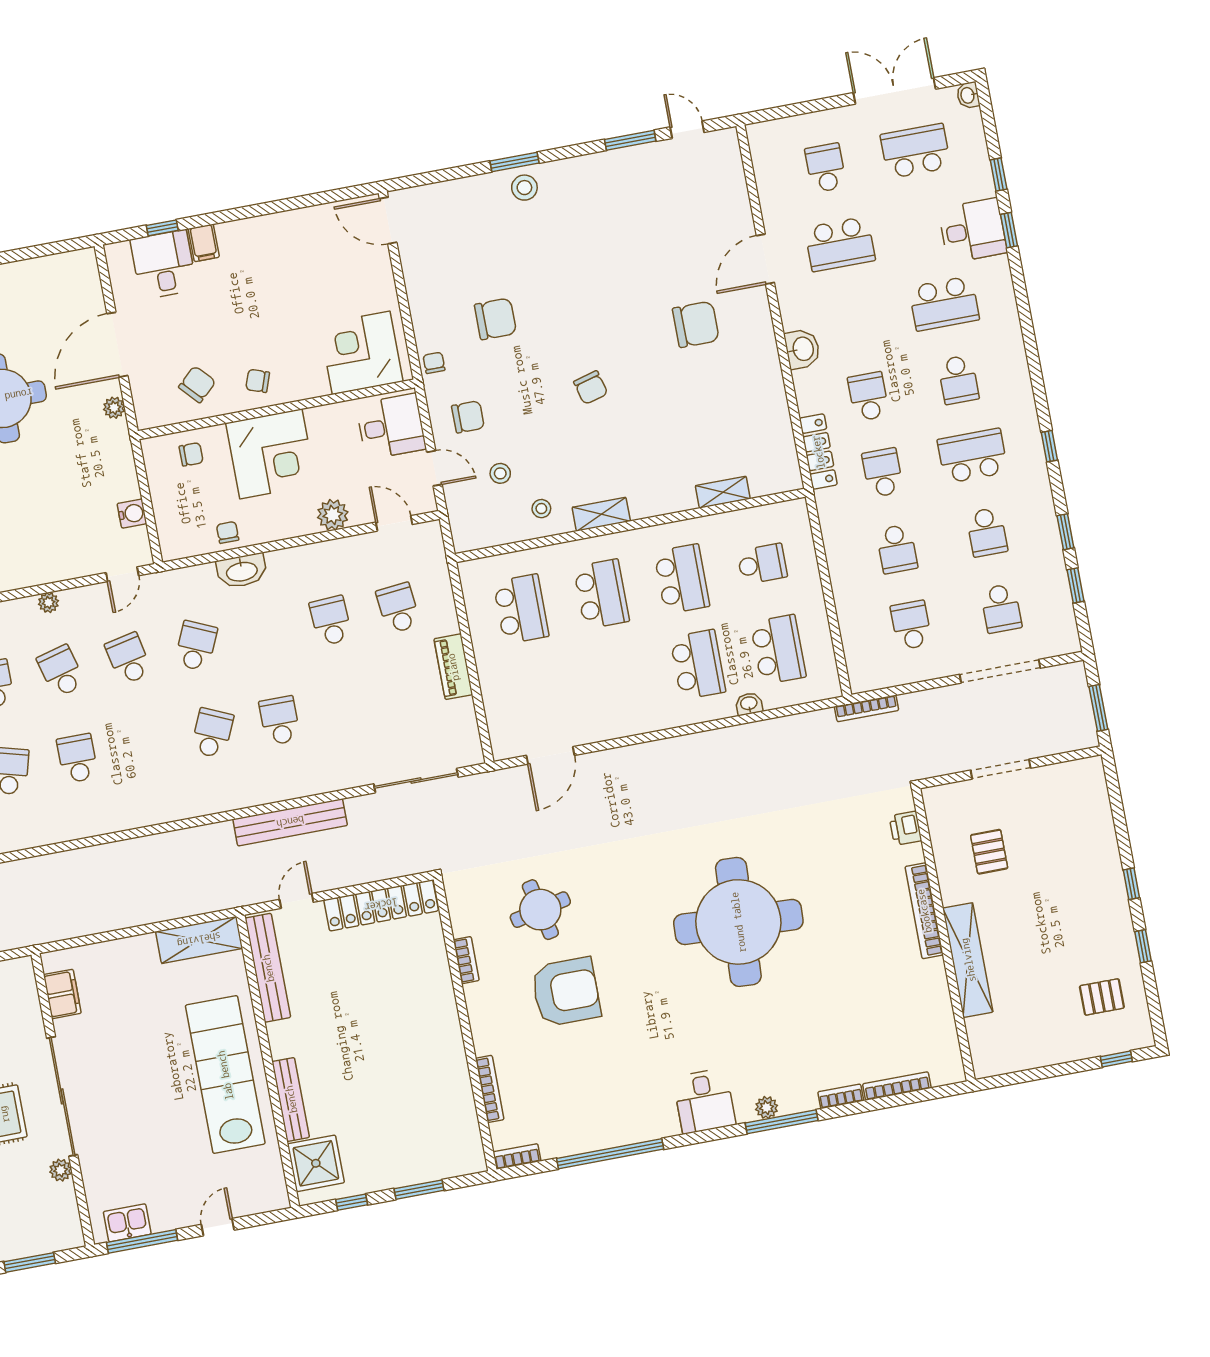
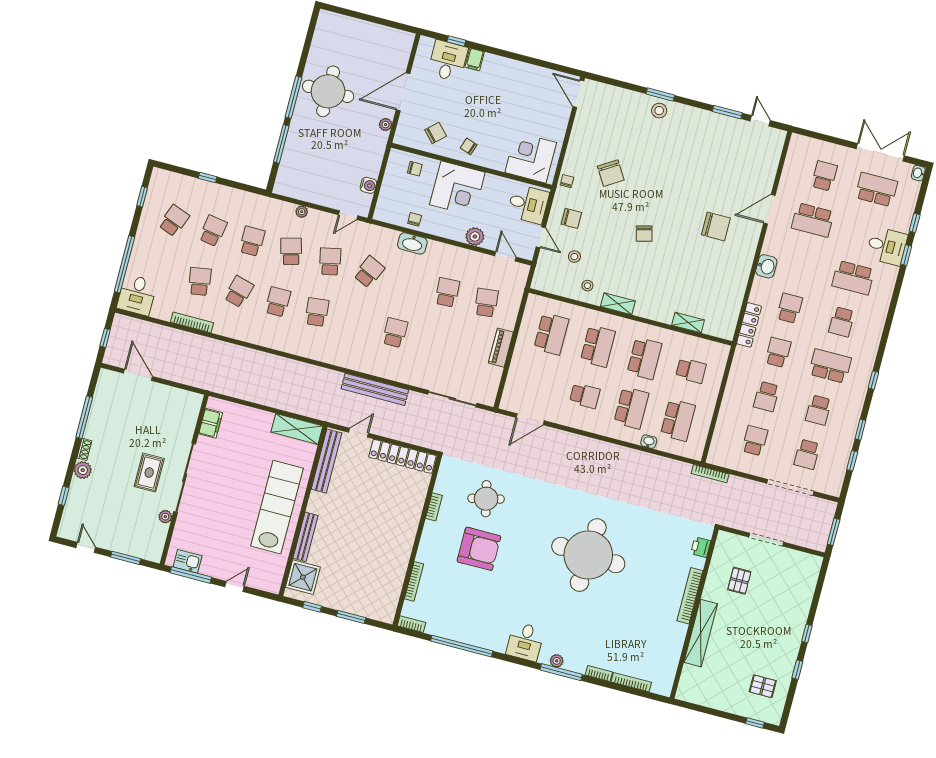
chair: (495, 319) -> (611, 173), turned 58
school desk: (617, 680) -> (585, 396), added
school desk: (212, 733) -> (317, 312), moved, turned -30

